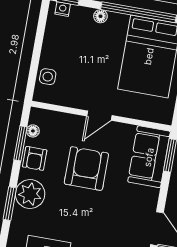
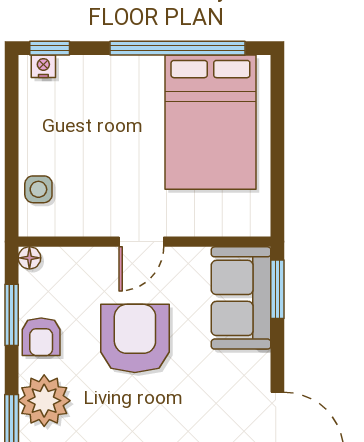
floor lamp: (100, 16) -> (112, 67), removed
floor lamp: (33, 131) -> (29, 258), moved

